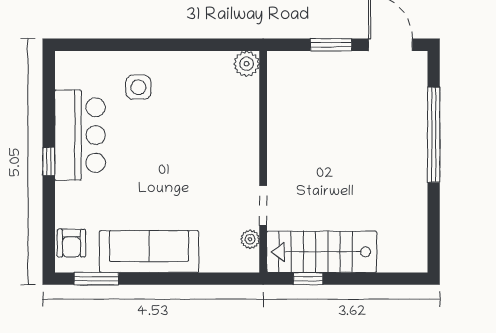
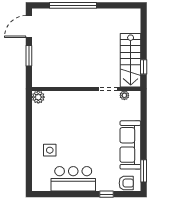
window: (49, 161) -> (107, 194), moved

